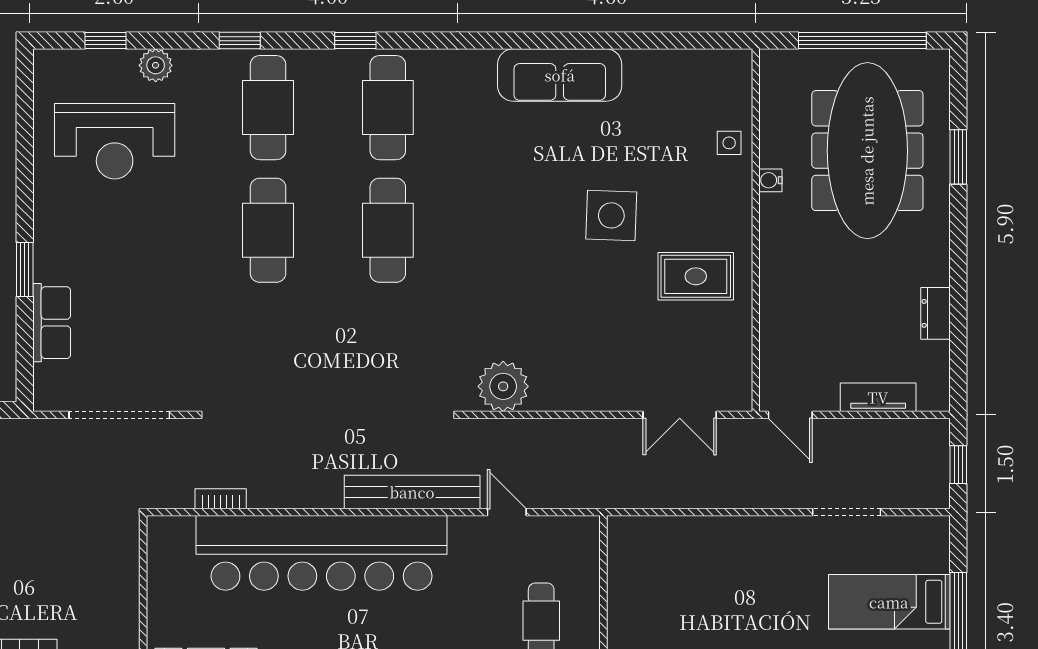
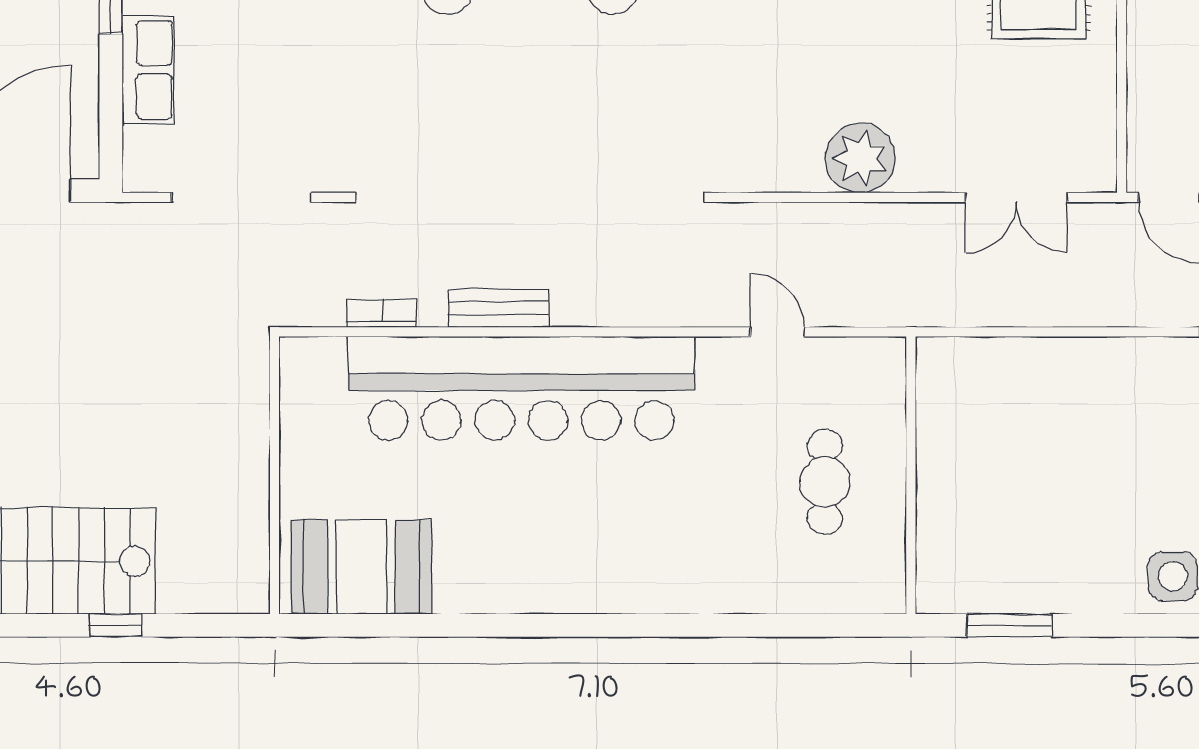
plant: (503, 386) -> (860, 158), moved
bench: (412, 492) -> (499, 308), moved, width x0.54, depth x0.82

